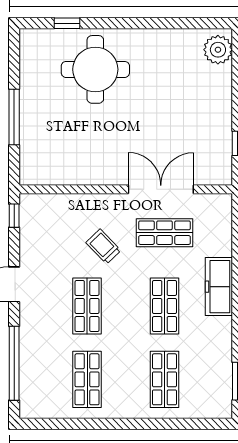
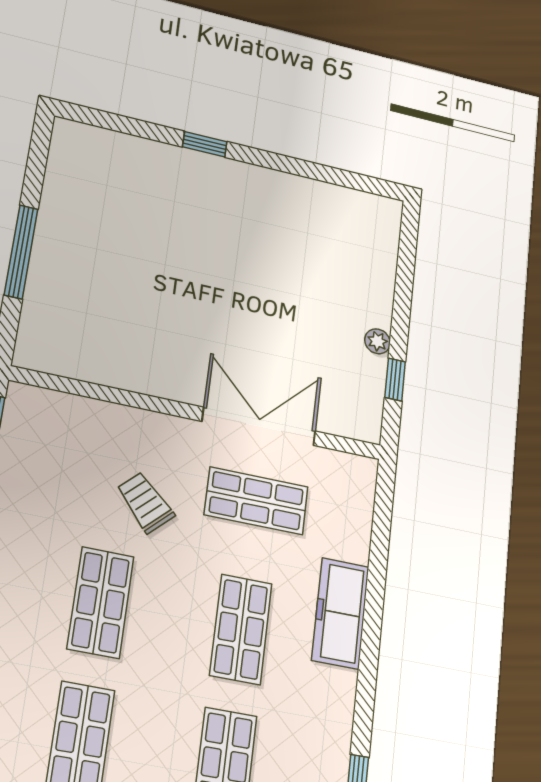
window: (67, 23) -> (205, 144), moved
plant: (218, 50) -> (378, 341), moved, width x0.53, depth x0.53
round table: (95, 69) -> (173, 209), removed

